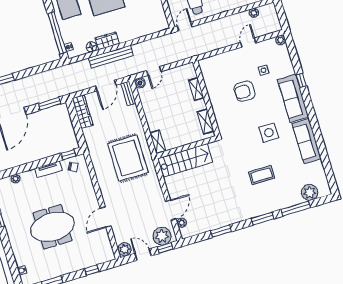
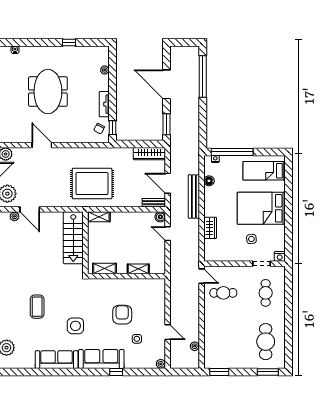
wardrobe: (107, 41) -> (210, 228), moved

